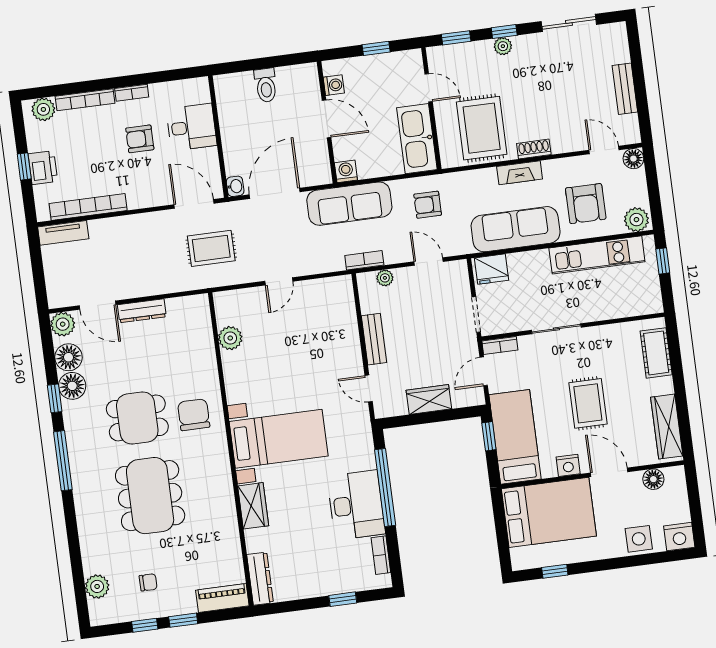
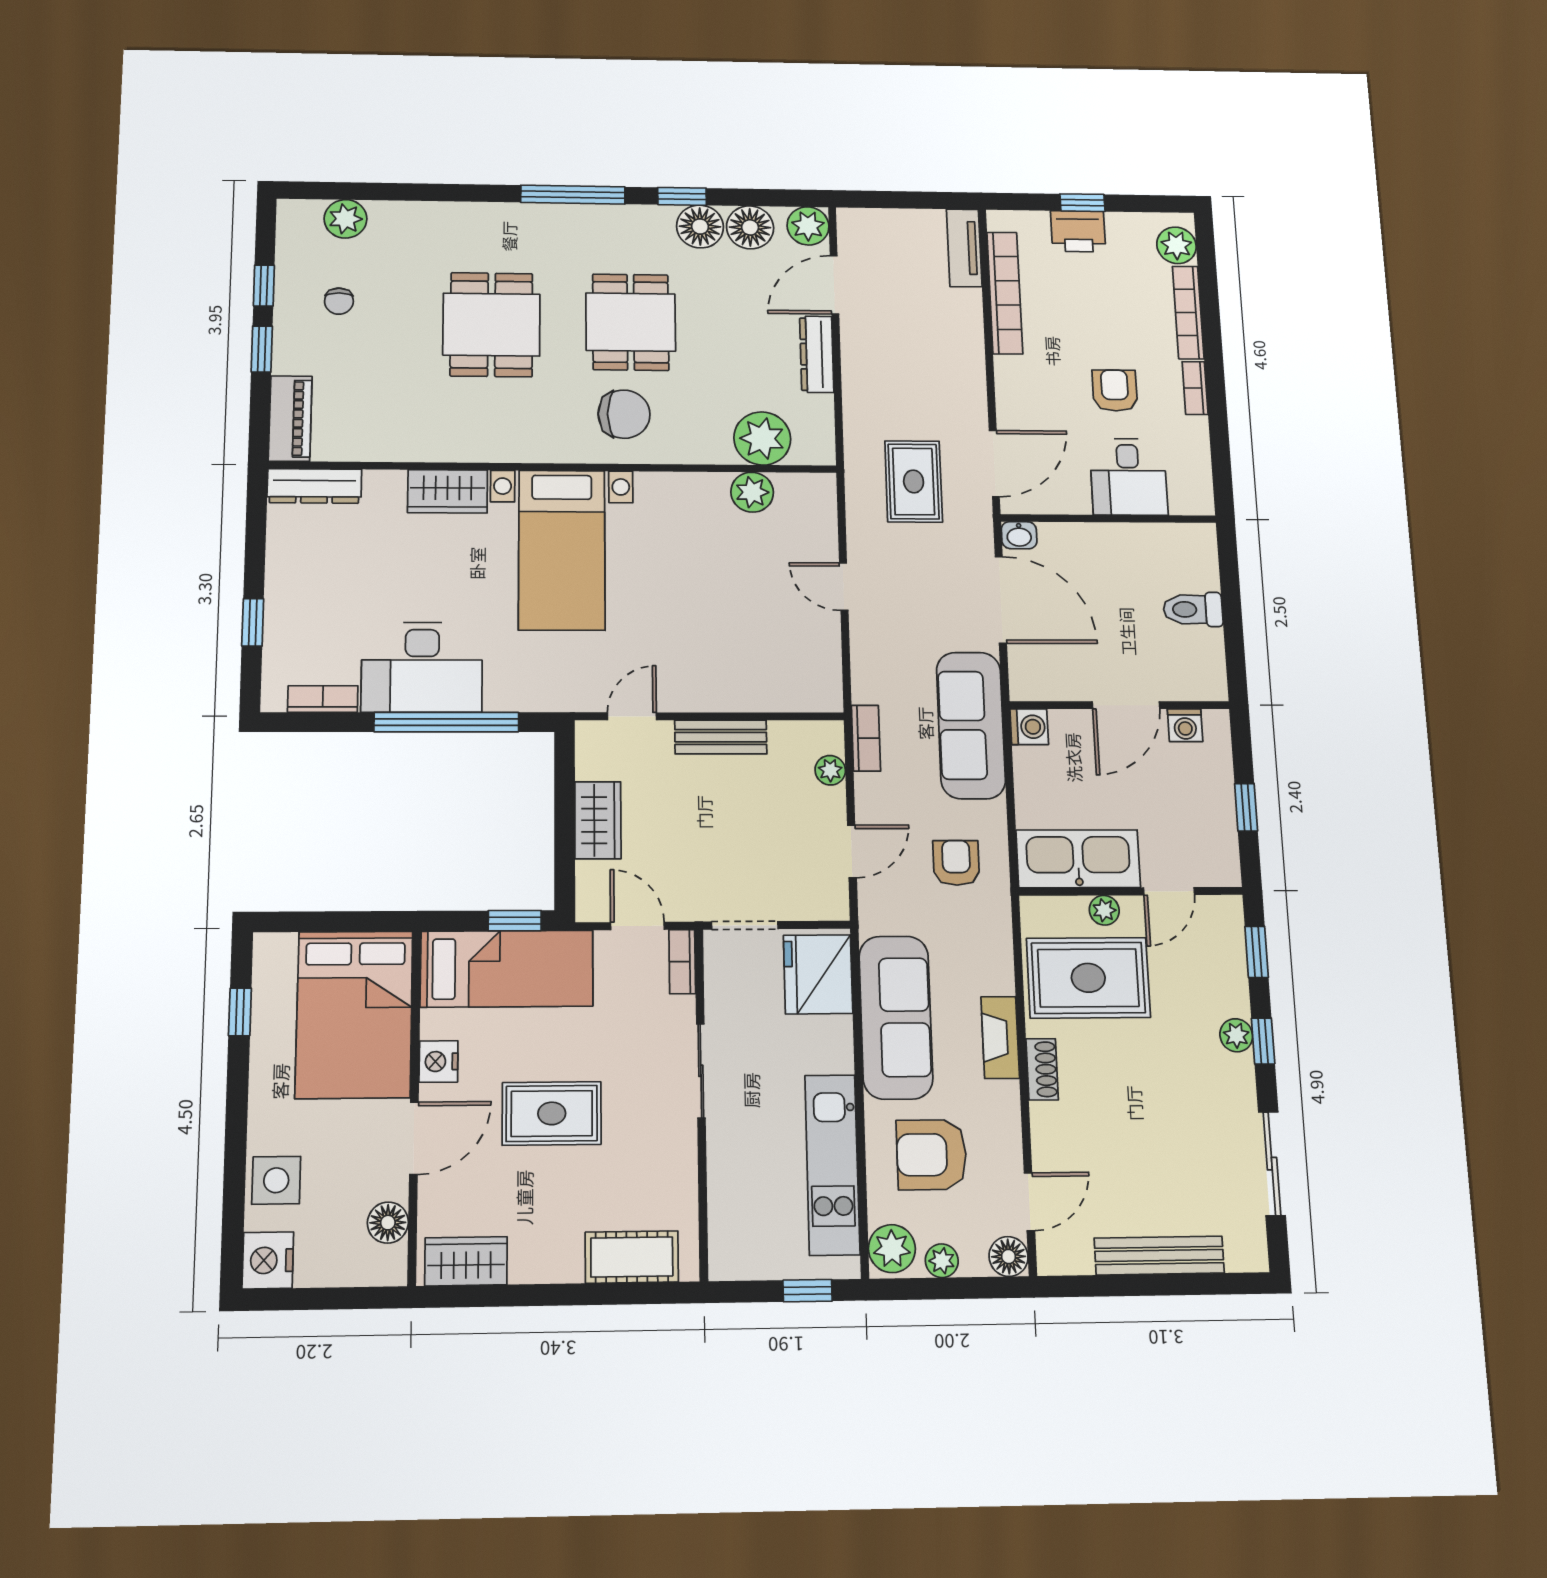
bench: (625, 89) -> (1159, 1256), width x1.36
plant: (444, 122) -> (1104, 910), added
plant: (640, 193) -> (942, 1261), added
fridge: (491, 269) -> (818, 974), width x1.36, depth x1.34
plant: (197, 336) -> (762, 438), added
wardrobe: (667, 427) -> (466, 1261), width x0.67
dining table: (150, 496) -> (491, 325), width x0.73

